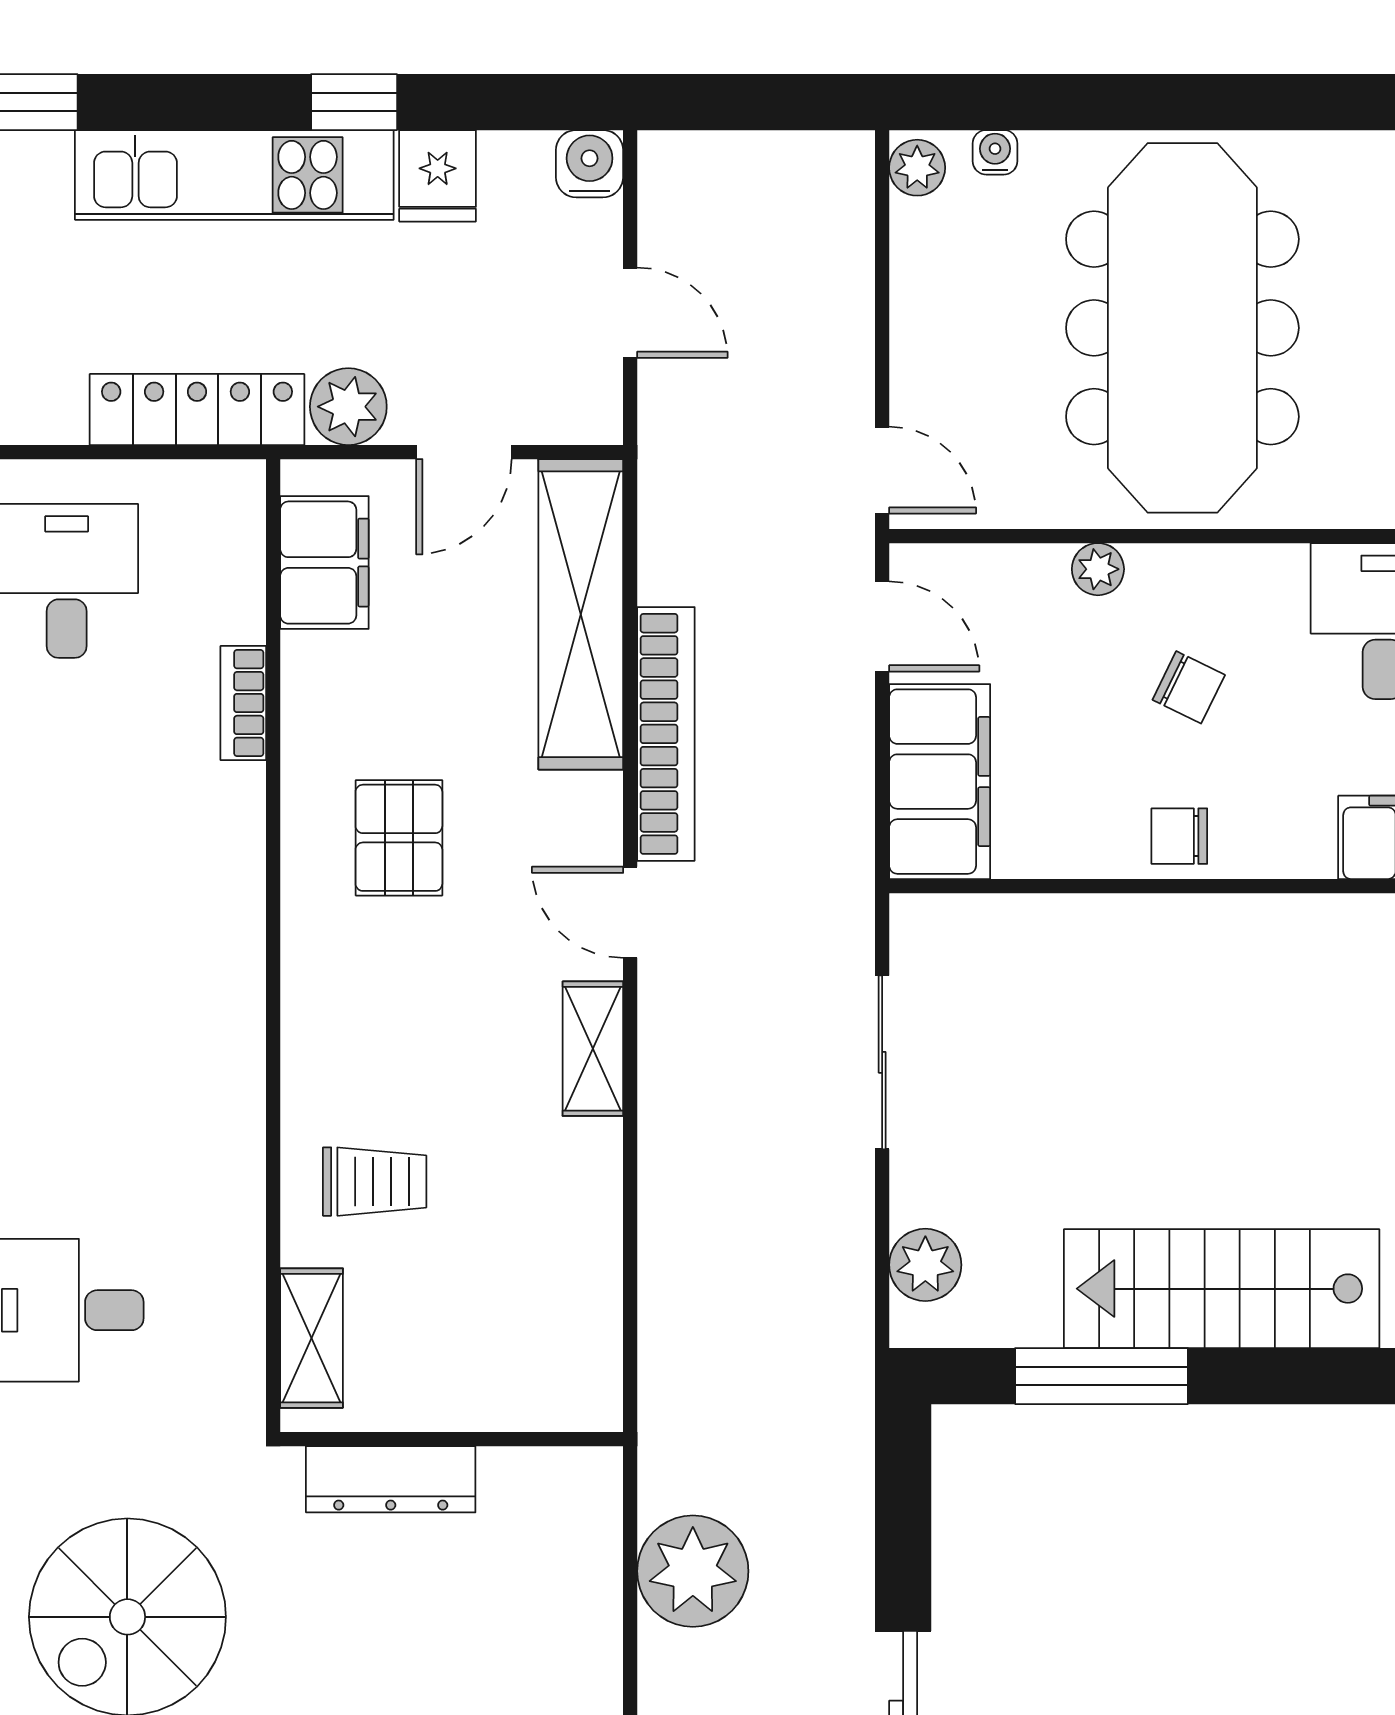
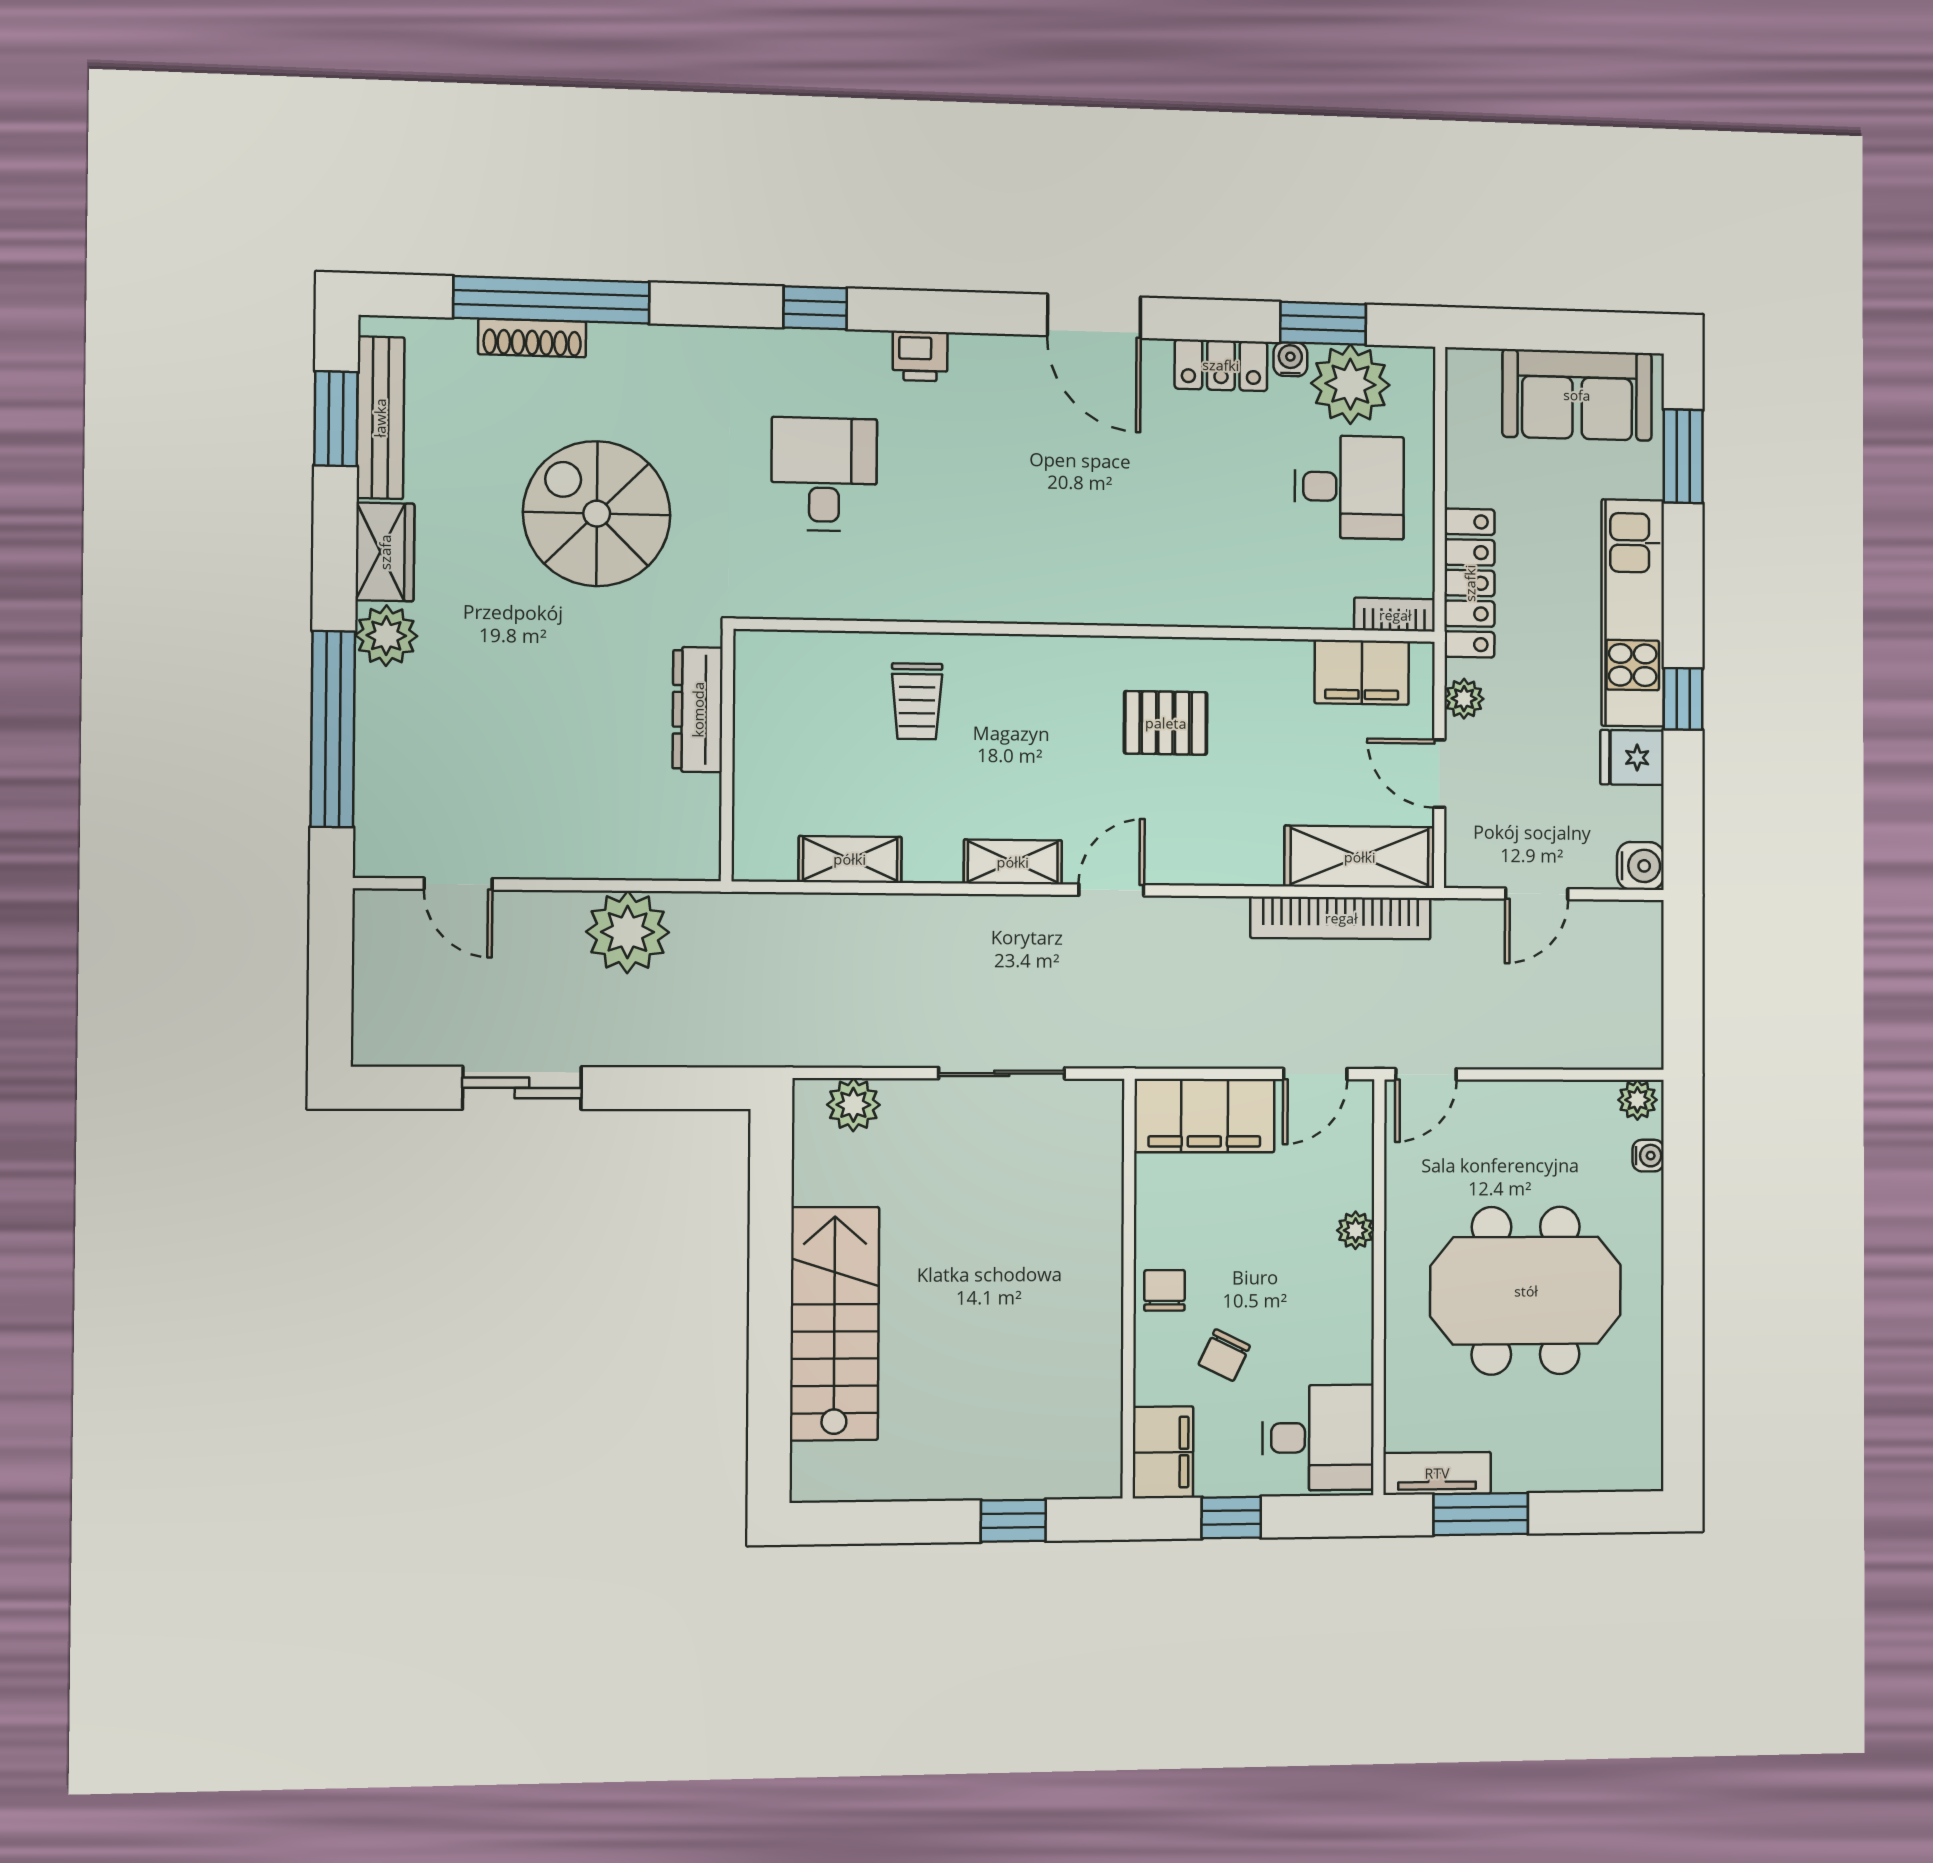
meeting table: (1182, 328) -> (1526, 1291), width x0.73
plant: (348, 407) -> (1464, 699), width x0.73, depth x0.73
shelving: (581, 614) -> (1360, 857), width x0.68
chair: (1189, 687) -> (1224, 1355), moved
bookcase: (243, 703) -> (1395, 615), moved
bookcase: (666, 734) -> (1341, 918), moved
shelving: (312, 1338) -> (850, 859), moved
window: (1102, 1376) -> (770, 1235), removed

